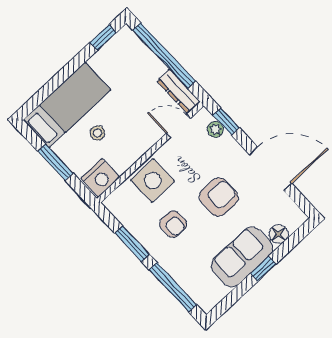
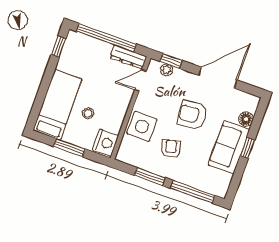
armchair: (219, 197) -> (192, 115), turned -95
armchair: (173, 224) -> (171, 149), turned -104

